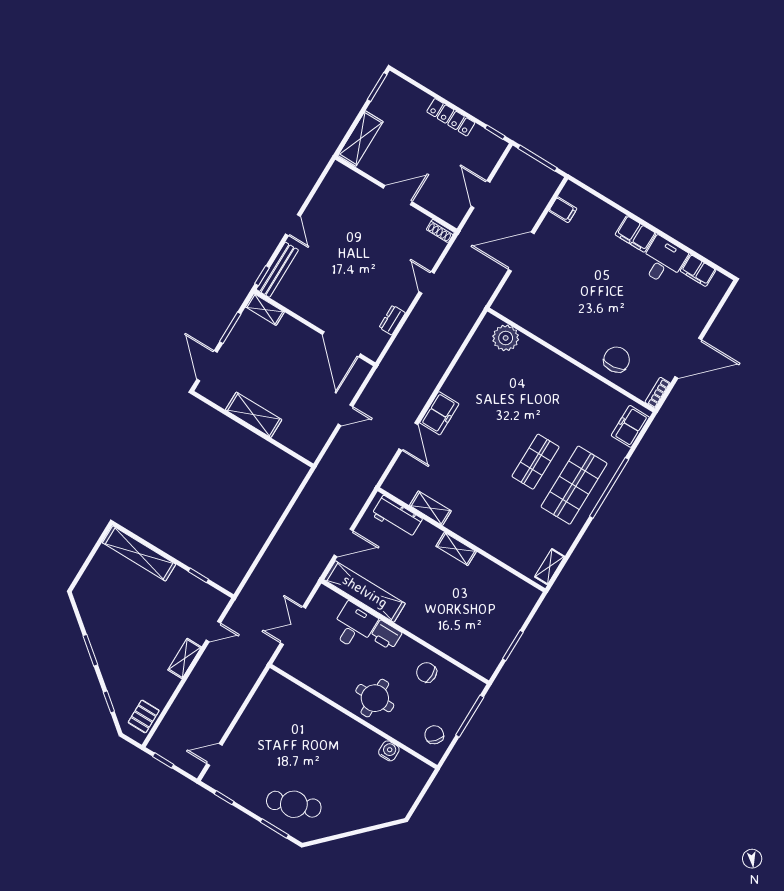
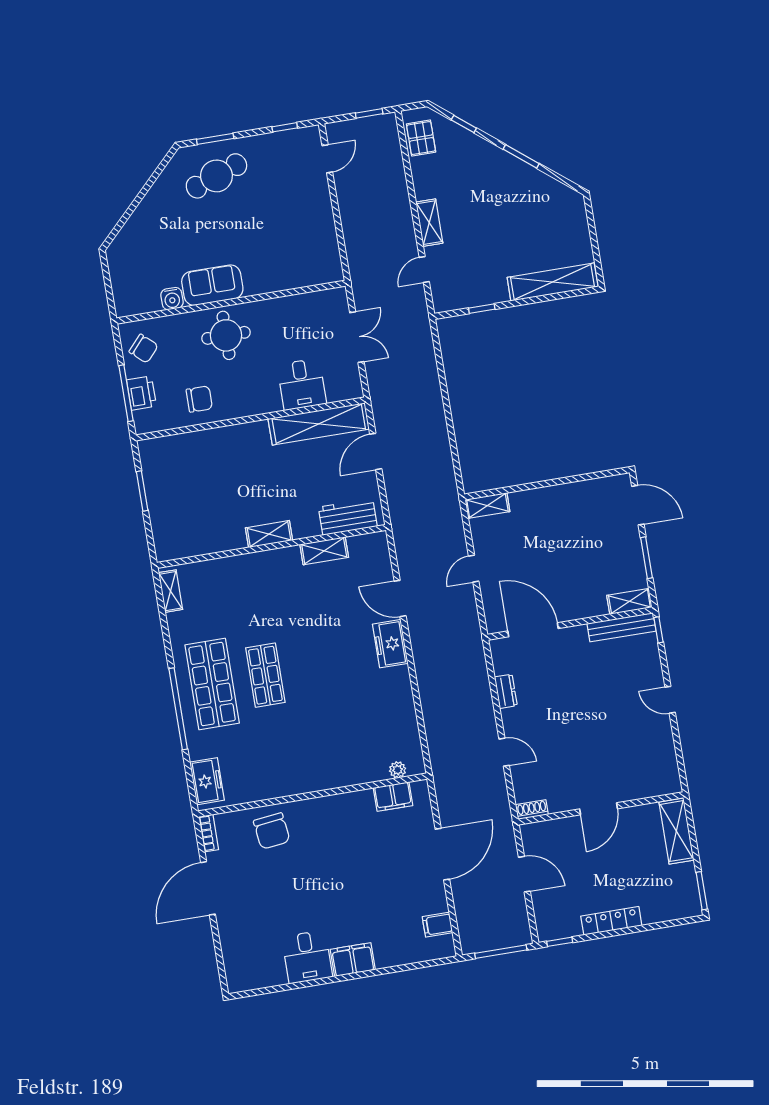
bench: (277, 270) -> (621, 627), moved, turned 90
filing cabinet: (698, 270) -> (393, 797), moved, turned 180
plant: (506, 338) -> (398, 770), width x0.53, depth x0.53
shelving: (254, 415) -> (487, 506), moved, width x0.67, depth x0.75
printer: (386, 635) -> (141, 393), moved, turned 90
sofa: (356, 737) -> (212, 285), added

